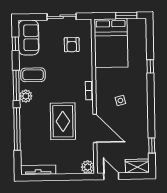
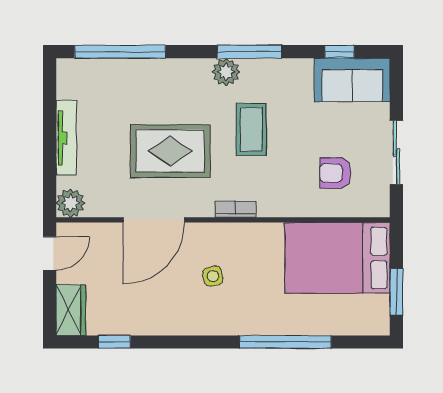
window: (150, 66) -> (286, 342), width x3.17
coffee table: (33, 75) -> (251, 129), moved
window: (17, 129) -> (120, 52), moved
tv unit: (38, 170) -> (66, 138), moved

